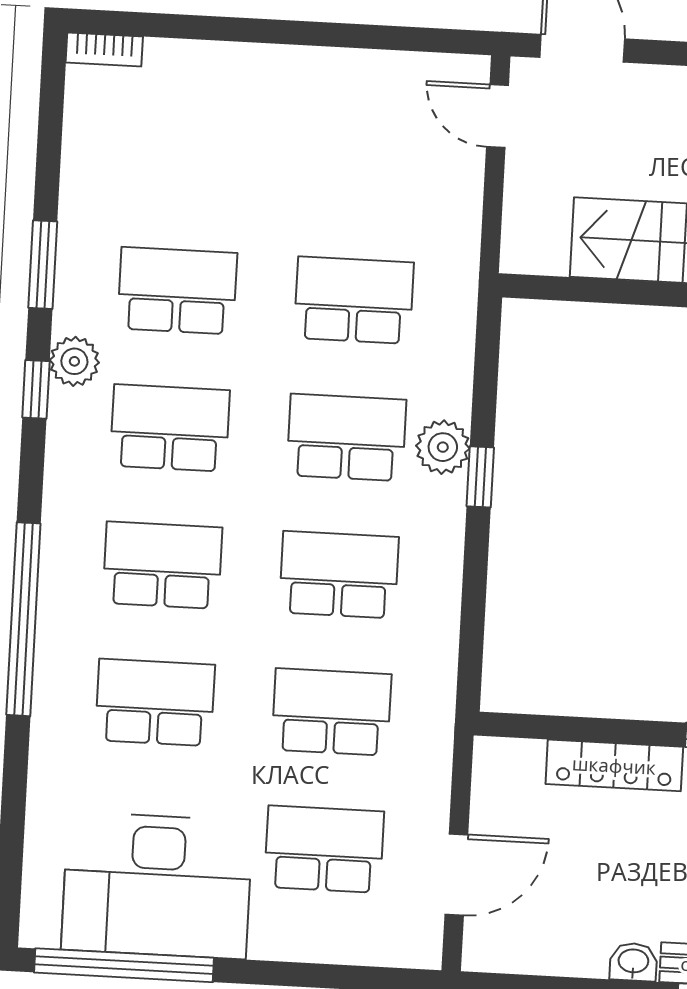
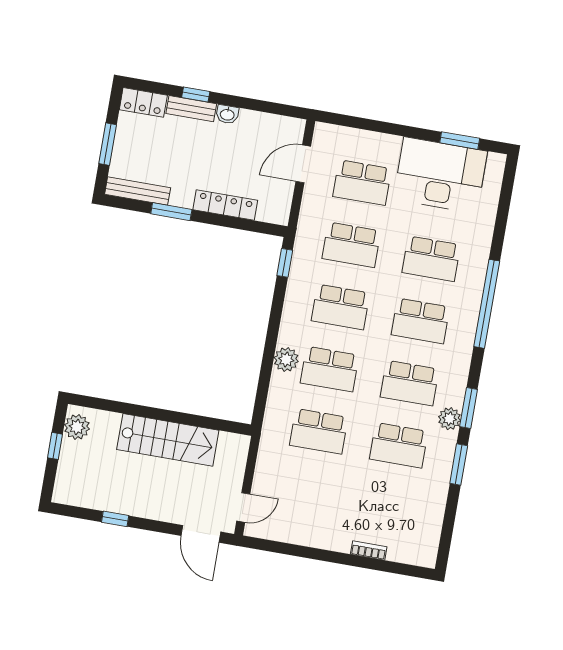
bookcase: (104, 50) -> (369, 550), moved
door: (497, 116) -> (243, 507), hinge flipped
window: (36, 389) -> (469, 408), width x1.50
window: (480, 477) -> (285, 263), moved
window: (124, 965) -> (460, 141), width x0.47

